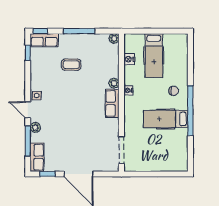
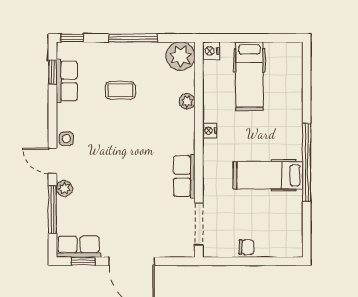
plant: (114, 38) -> (181, 56), width x1.87, depth x1.87
row of seats: (44, 40) -> (67, 81), moved, turned -90
nightstand: (129, 59) -> (211, 51), moved
plant: (114, 83) -> (187, 101), moved
chair: (174, 91) -> (246, 247), moved
row of seats: (112, 103) -> (184, 176), moved
row of seats: (37, 157) -> (79, 247), moved, turned -90

